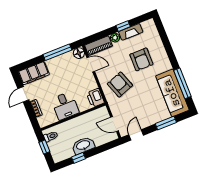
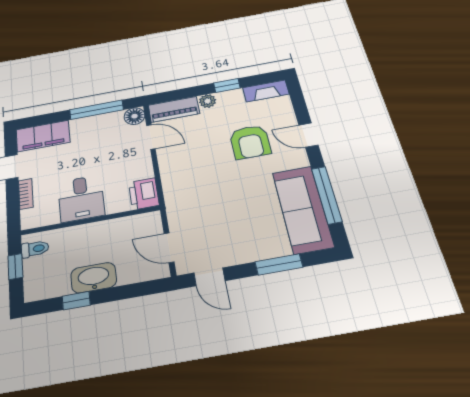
fireplace: (131, 32) -> (266, 91), moved
door: (169, 51) -> (308, 135), added
armchair: (120, 85) -> (198, 178), removed
door: (136, 135) -> (209, 277), swing flipped

